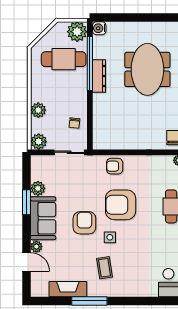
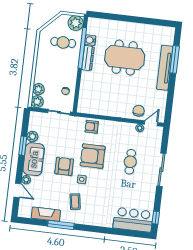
water cooler: (99, 28) -> (90, 40), moved
cafe table: (64, 59) -> (63, 42), width x0.73, depth x0.74
meeting table: (147, 69) -> (125, 58), turned 90
plant: (38, 110) -> (38, 89), moved

